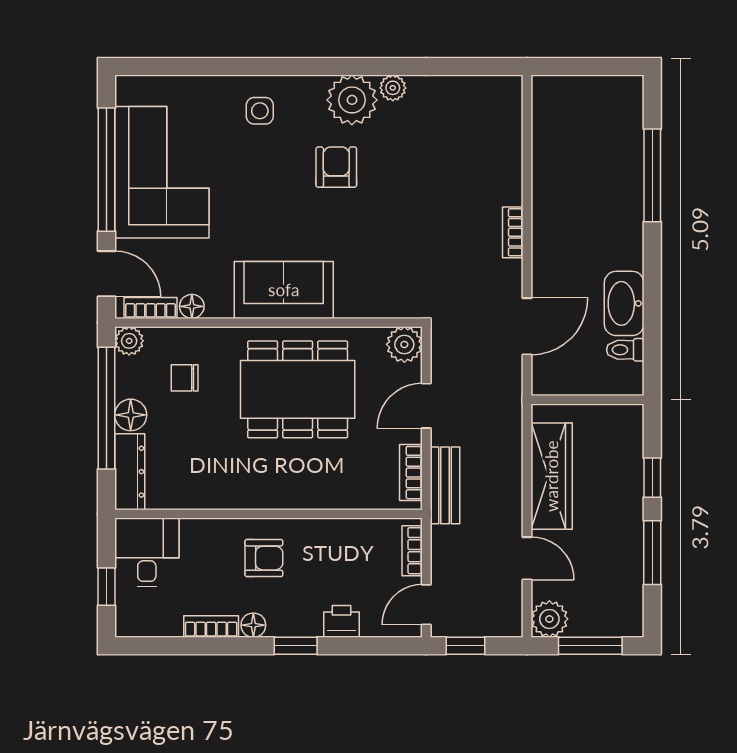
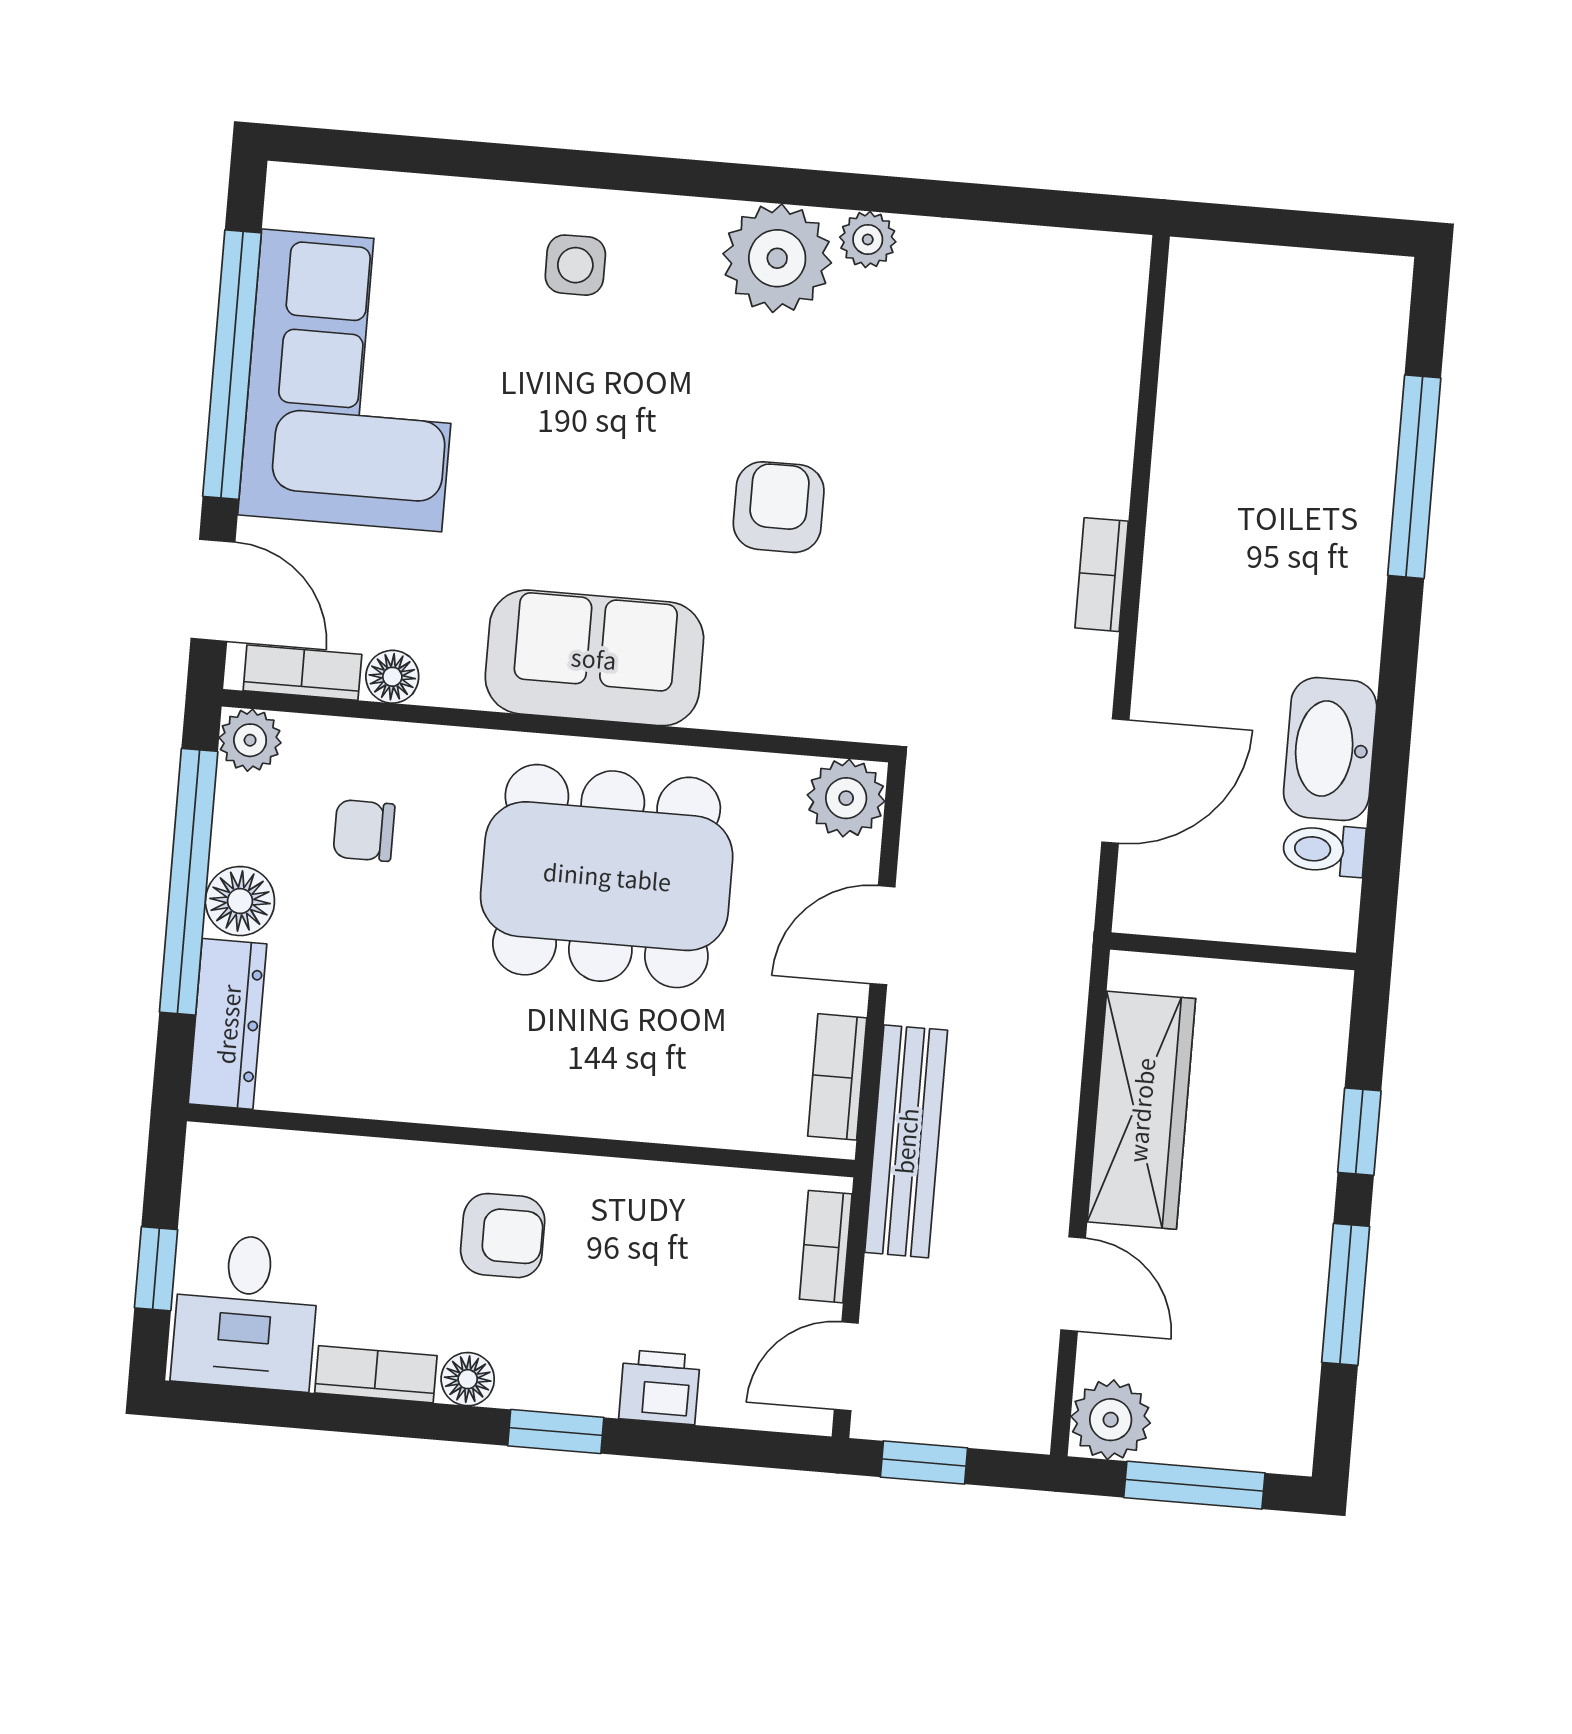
armchair: (336, 167) -> (779, 507), moved
bench: (445, 485) -> (906, 1141), width x1.36
desk: (147, 552) -> (246, 1312), moved, turned 180

